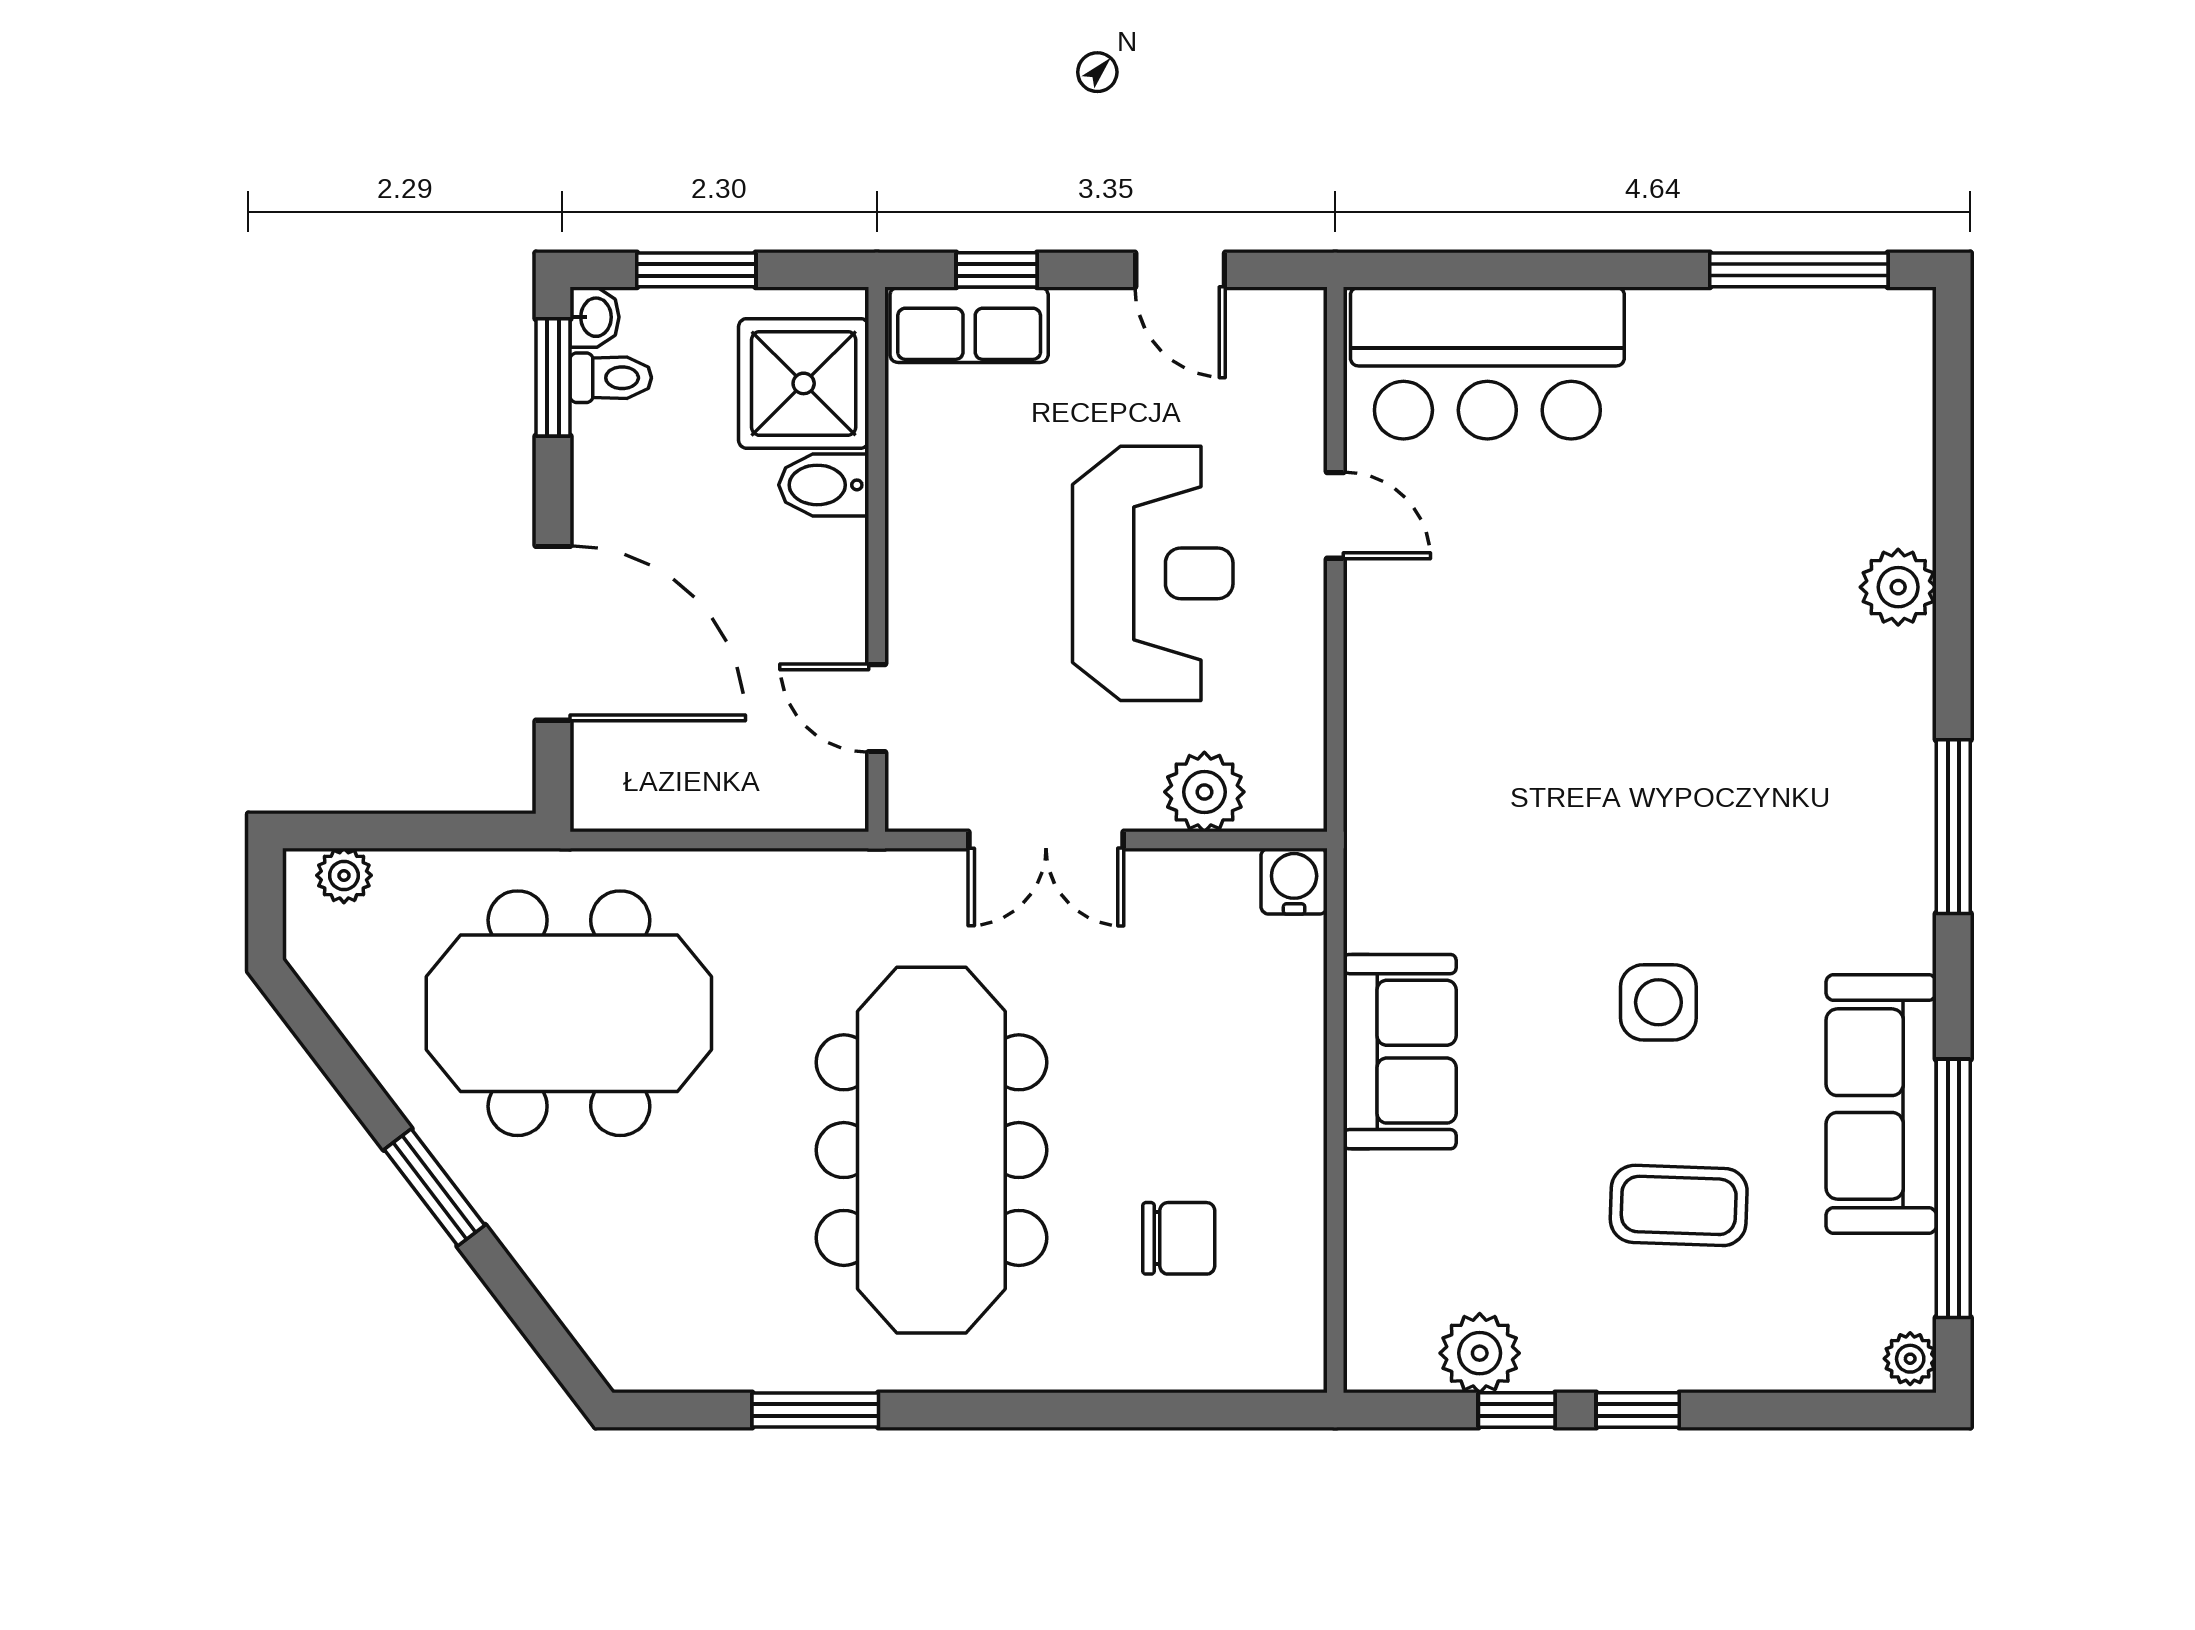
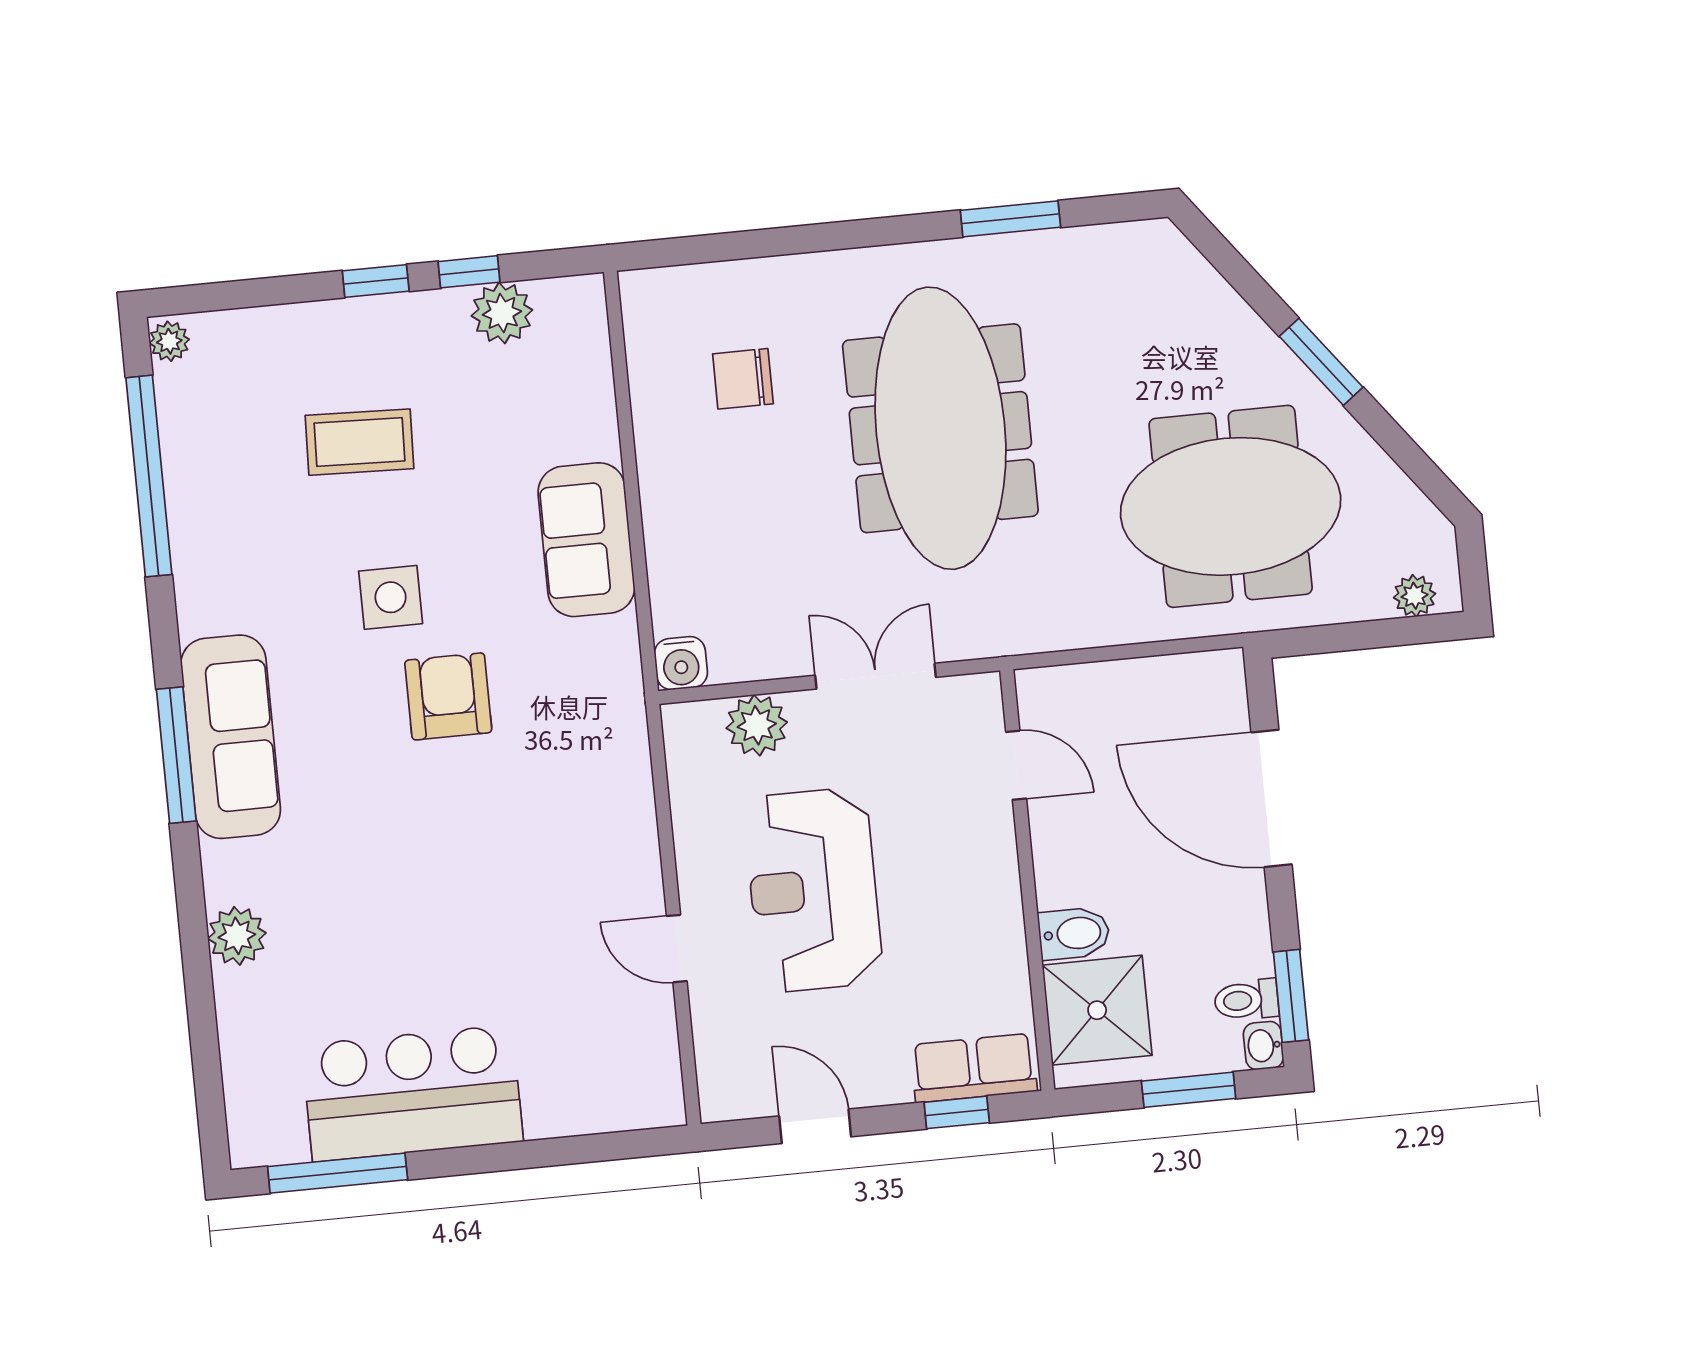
bar counter: (1487, 363) -> (412, 1093), moved
armchair: (1597, 868) -> (448, 696), added
sofa: (1881, 1104) -> (231, 737), moved

